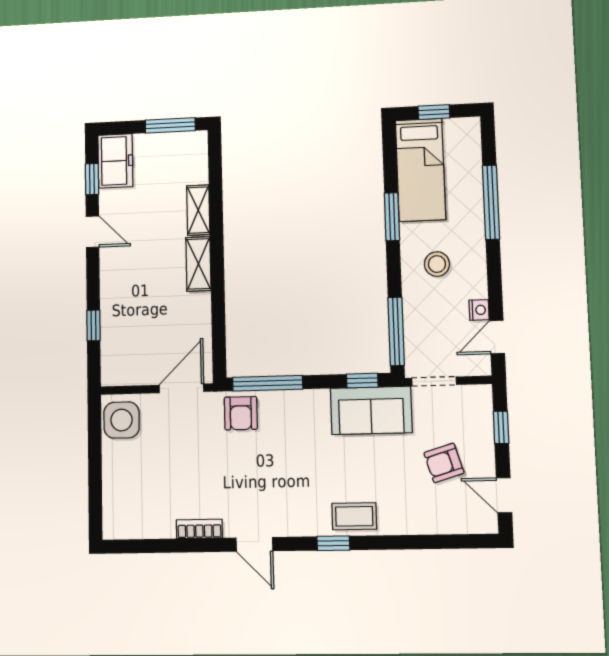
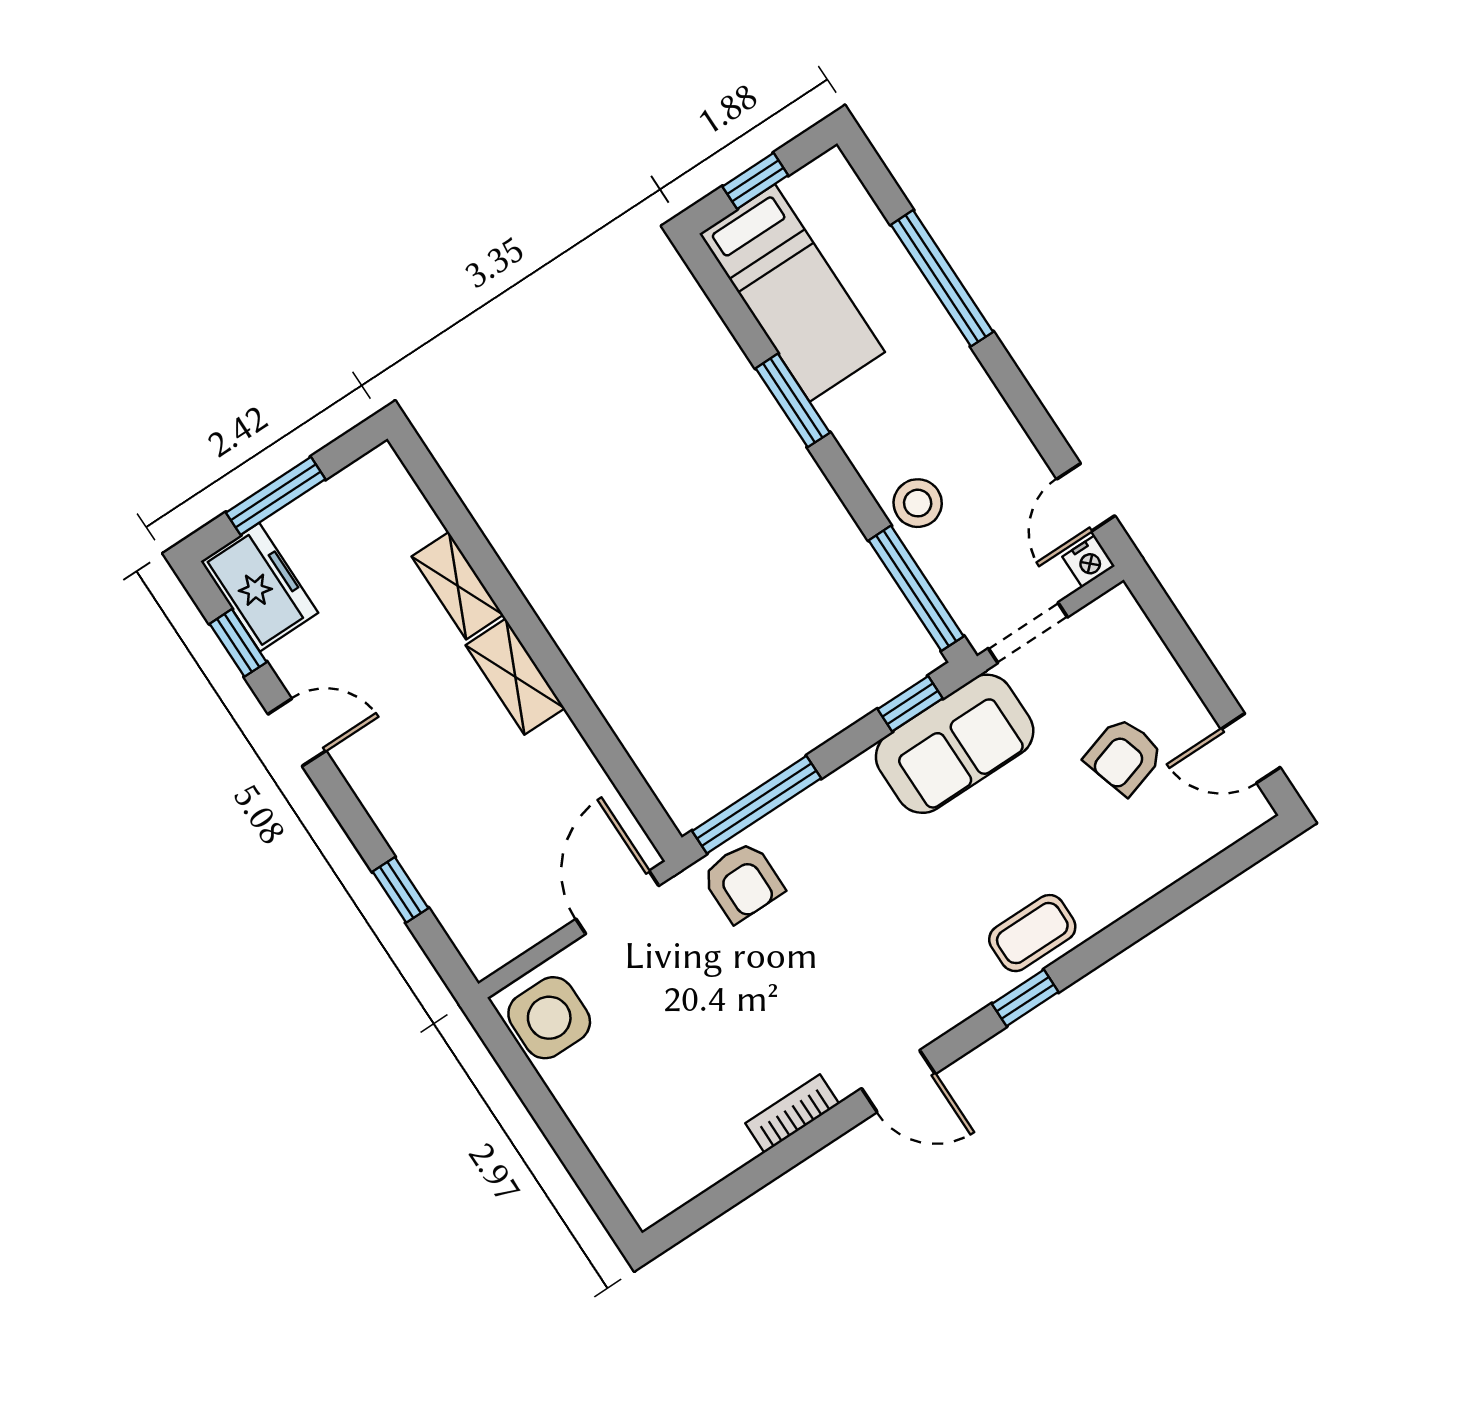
window: (170, 125) -> (276, 496), moved
stool: (437, 264) -> (918, 503), moved
nightstand: (479, 310) -> (1089, 561), moved, turned 90
window: (501, 427) -> (1181, 641), removed

